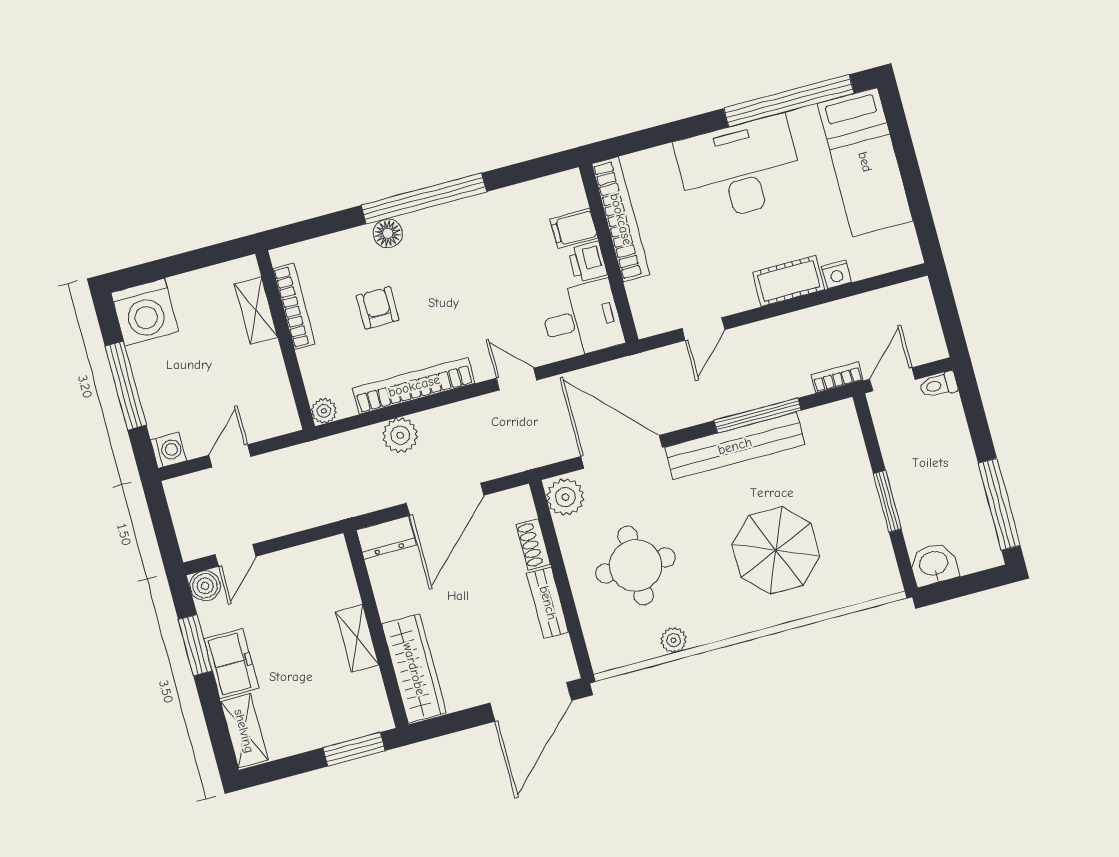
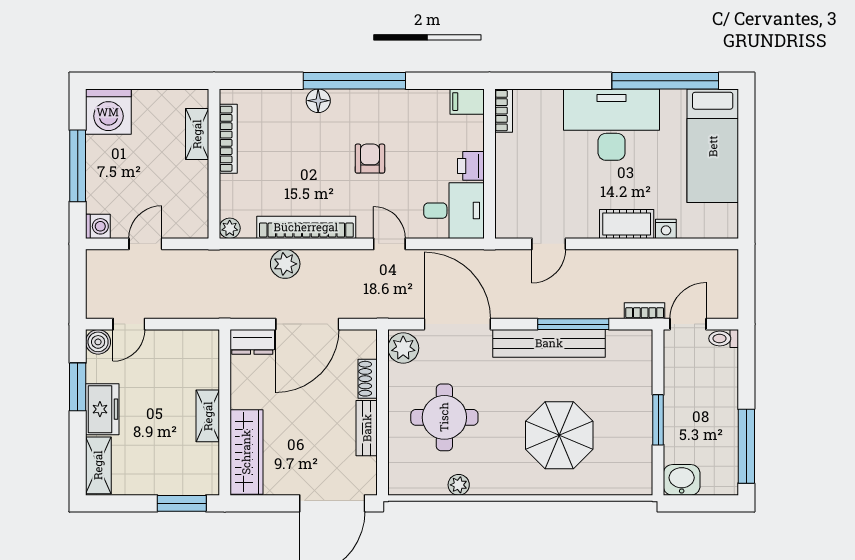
bookcase: (621, 219) -> (504, 111), width x0.43, depth x0.76
filing cabinet: (574, 228) -> (467, 102), moved
armchair: (378, 308) -> (370, 159), moved

